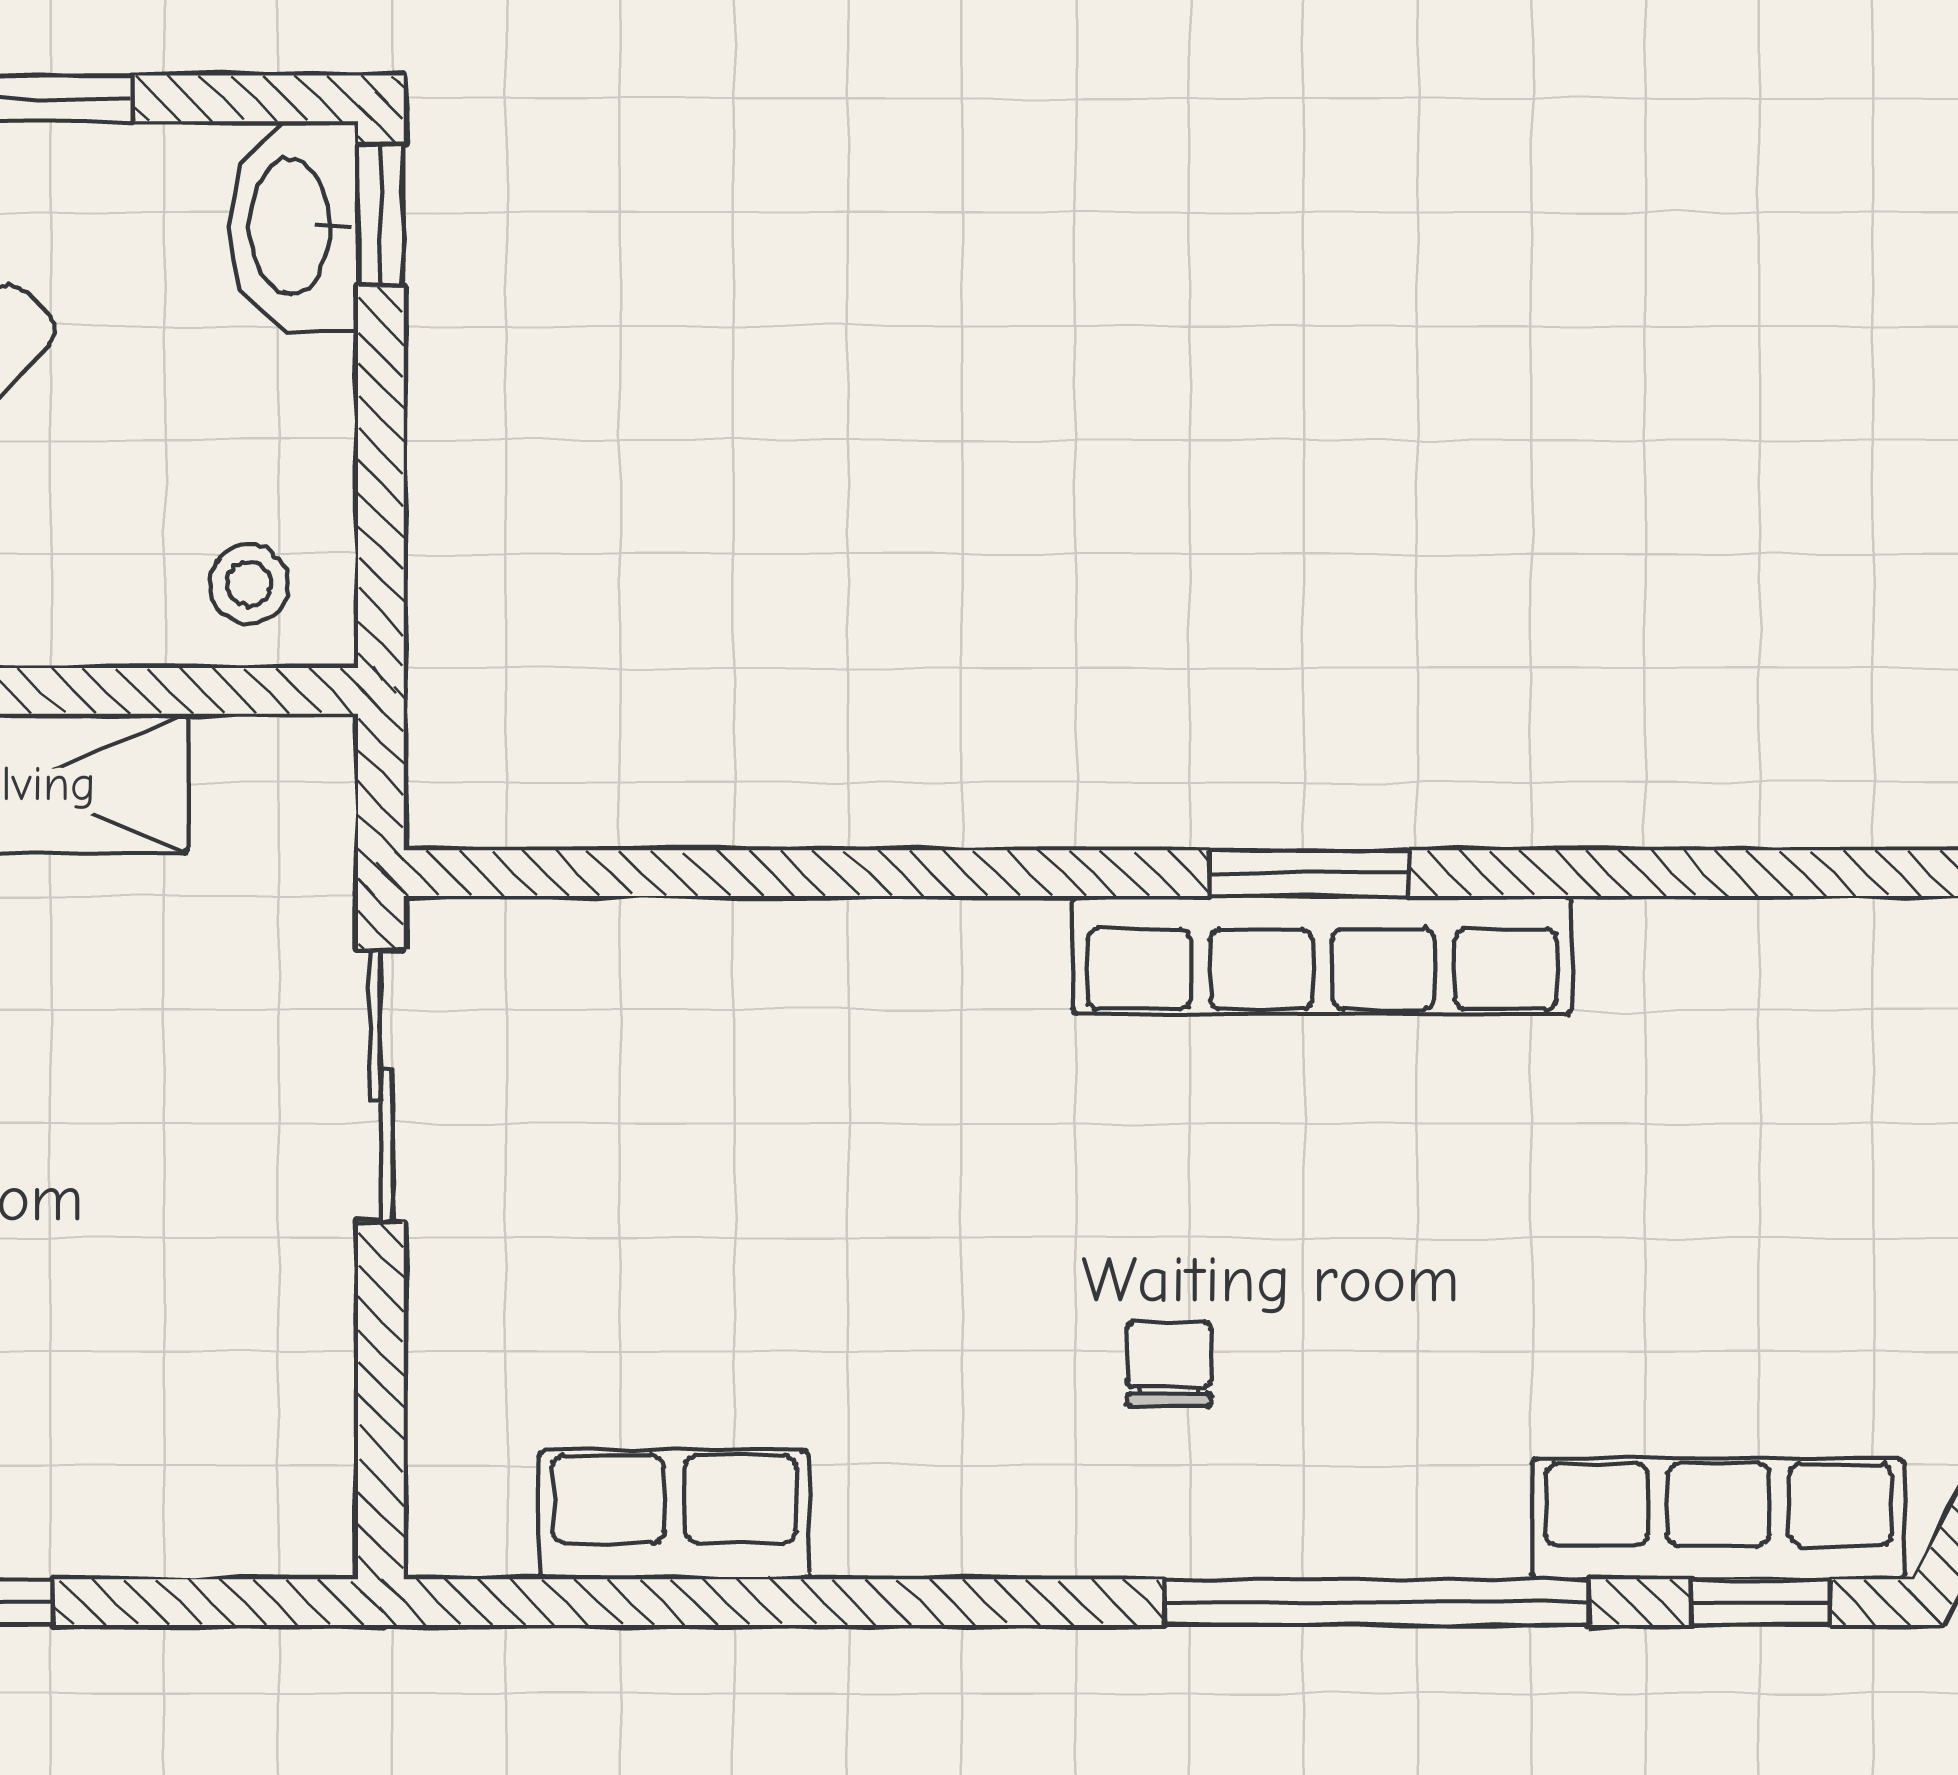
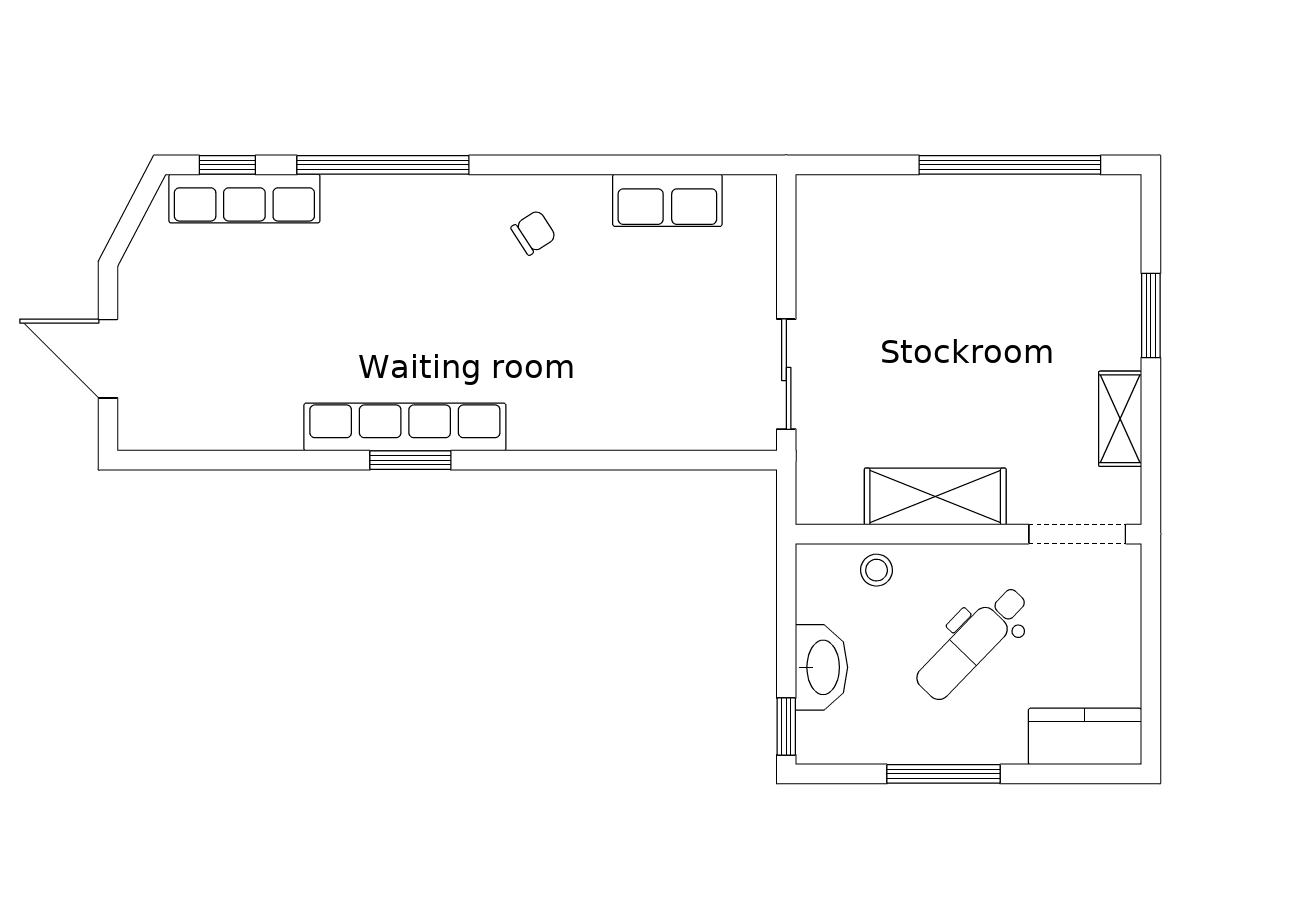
washbasin: (294, 227) -> (822, 667), moved
stool: (249, 584) -> (877, 570), moved
chair: (1169, 1364) -> (534, 233), moved, turned -123

